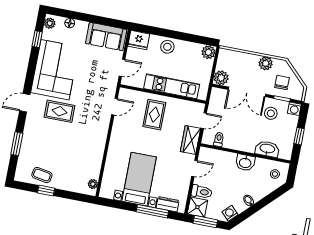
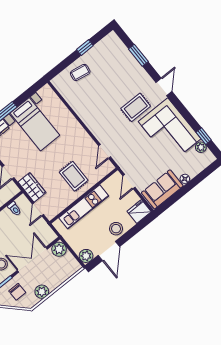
plant: (50, 23) -> (201, 147), moved
floor lamp: (70, 23) -> (185, 179), moved
door: (190, 38) -> (109, 251), added
coffee table: (42, 175) -> (80, 72), moved
plant: (93, 184) -> (60, 87), removed

